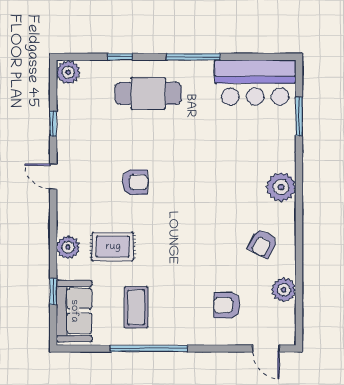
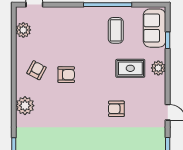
plant: (284, 290) -> (23, 30), moved
armchair: (227, 305) -> (66, 75), moved

